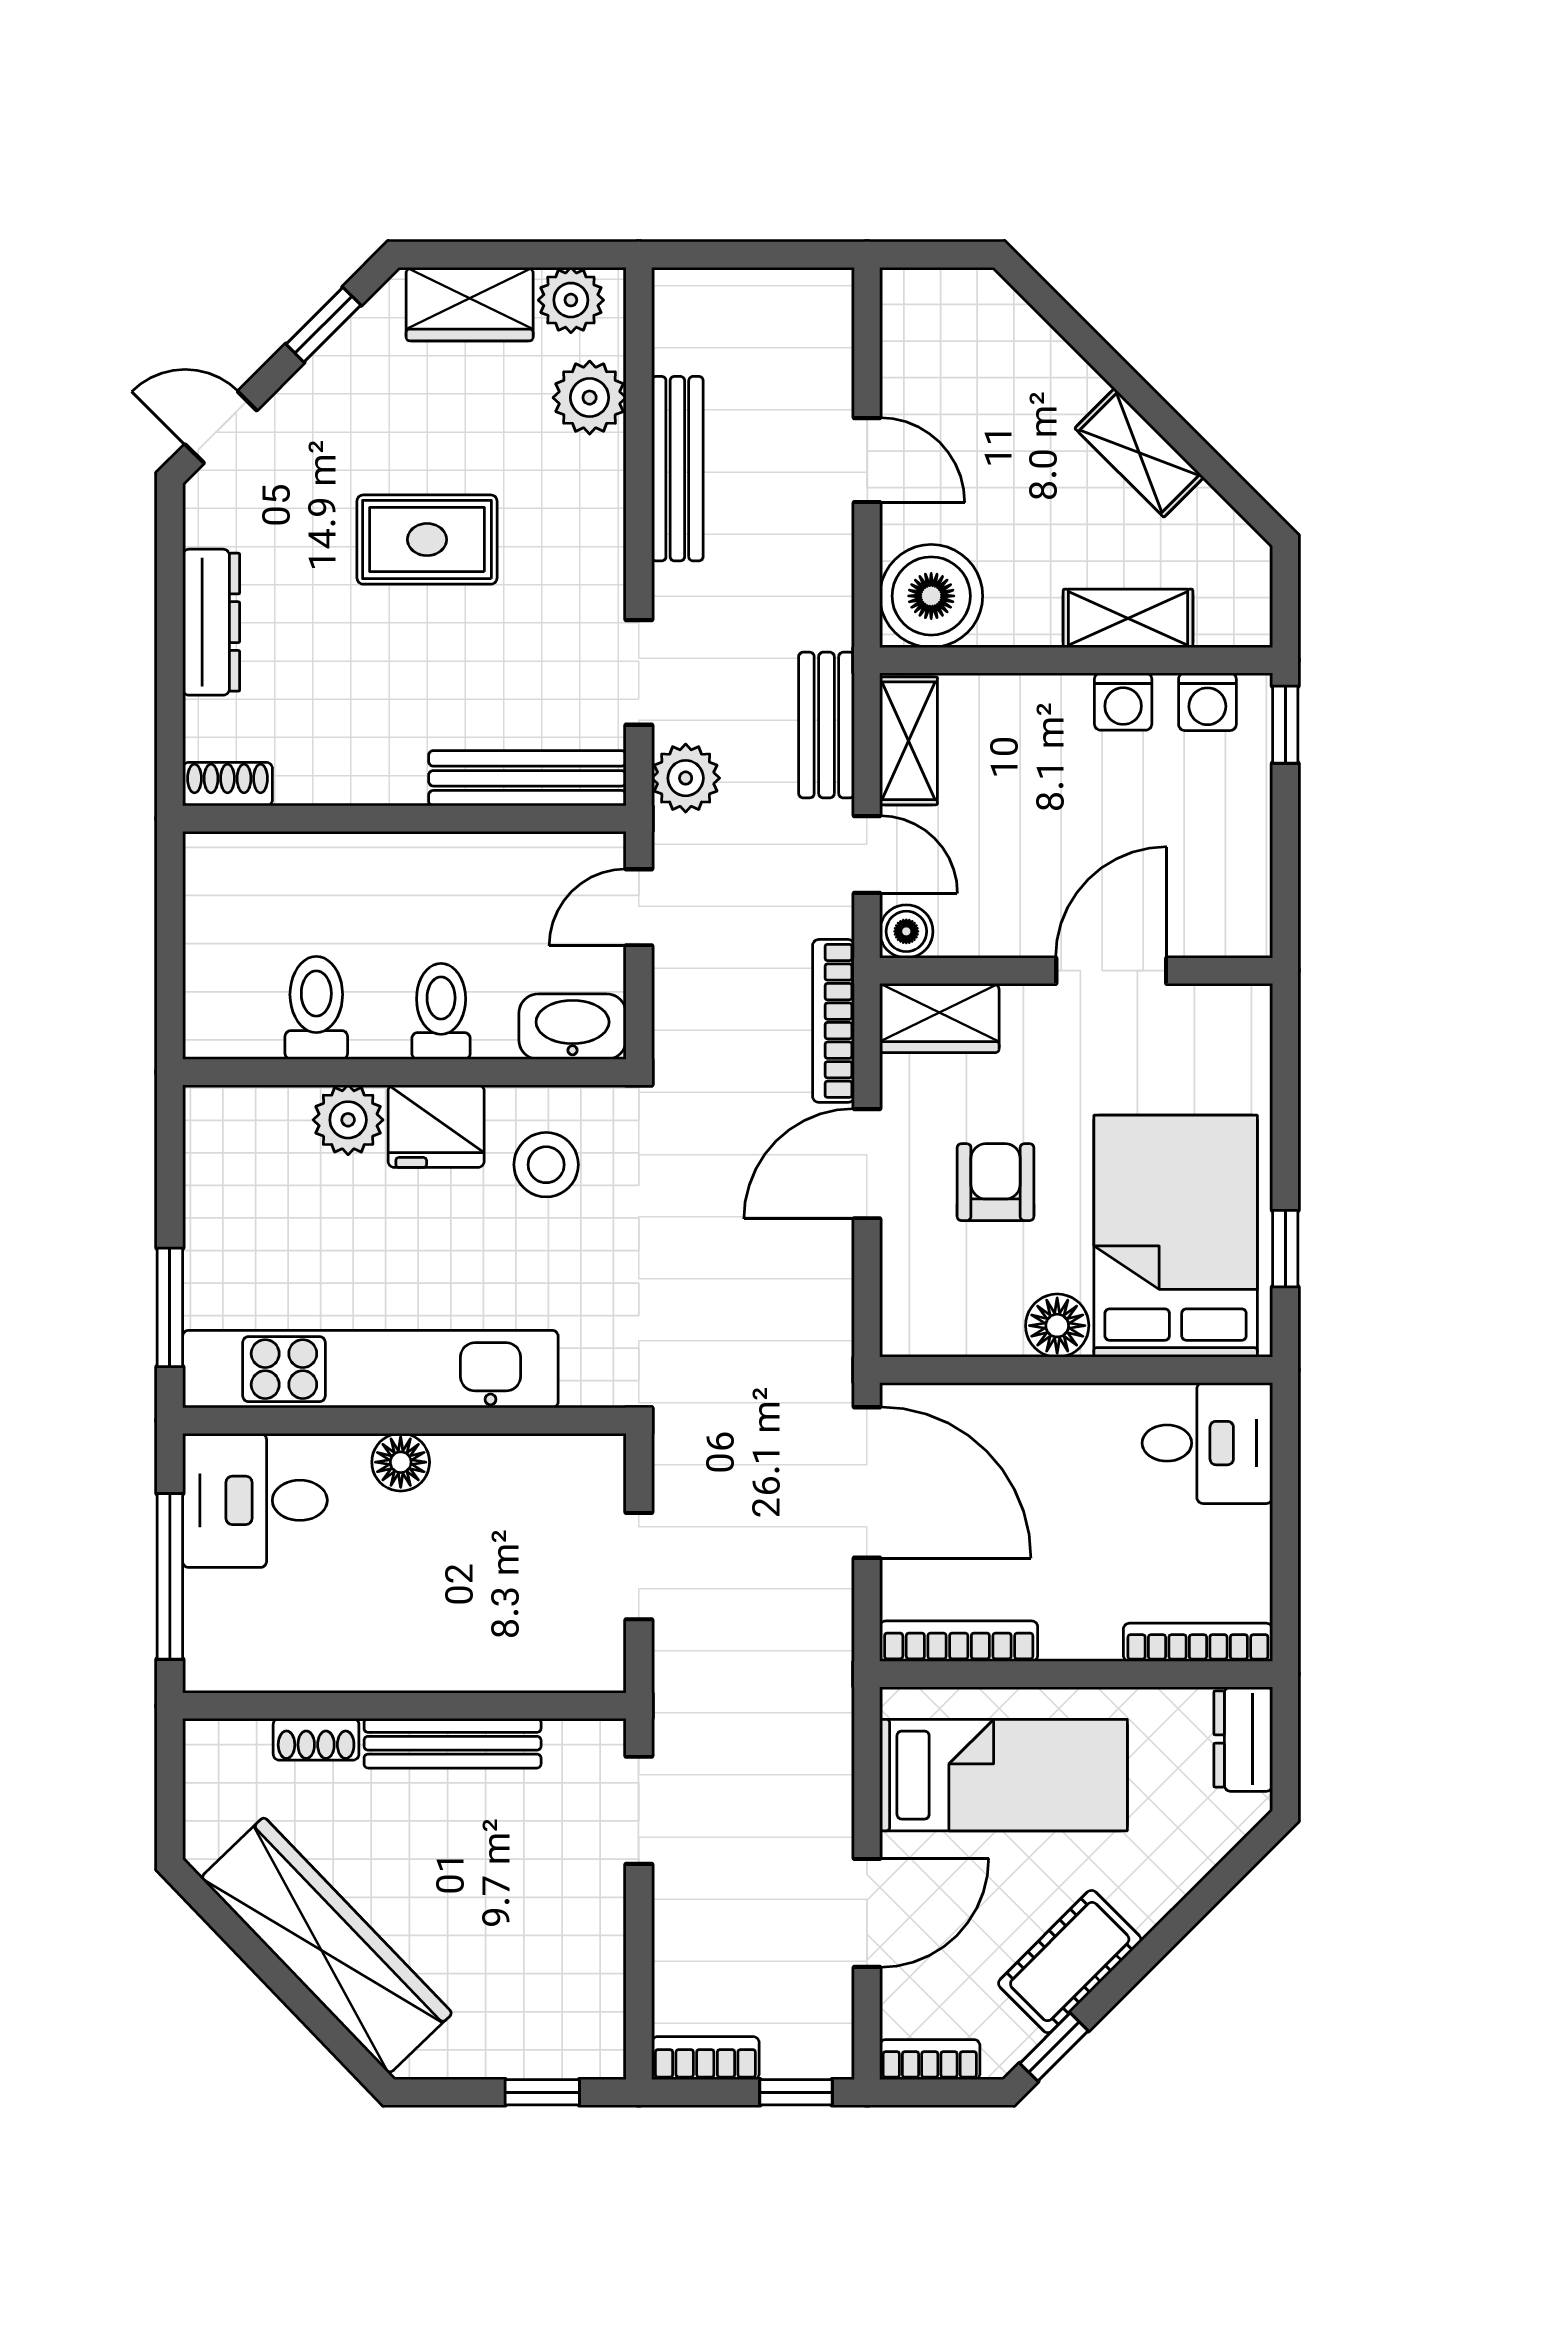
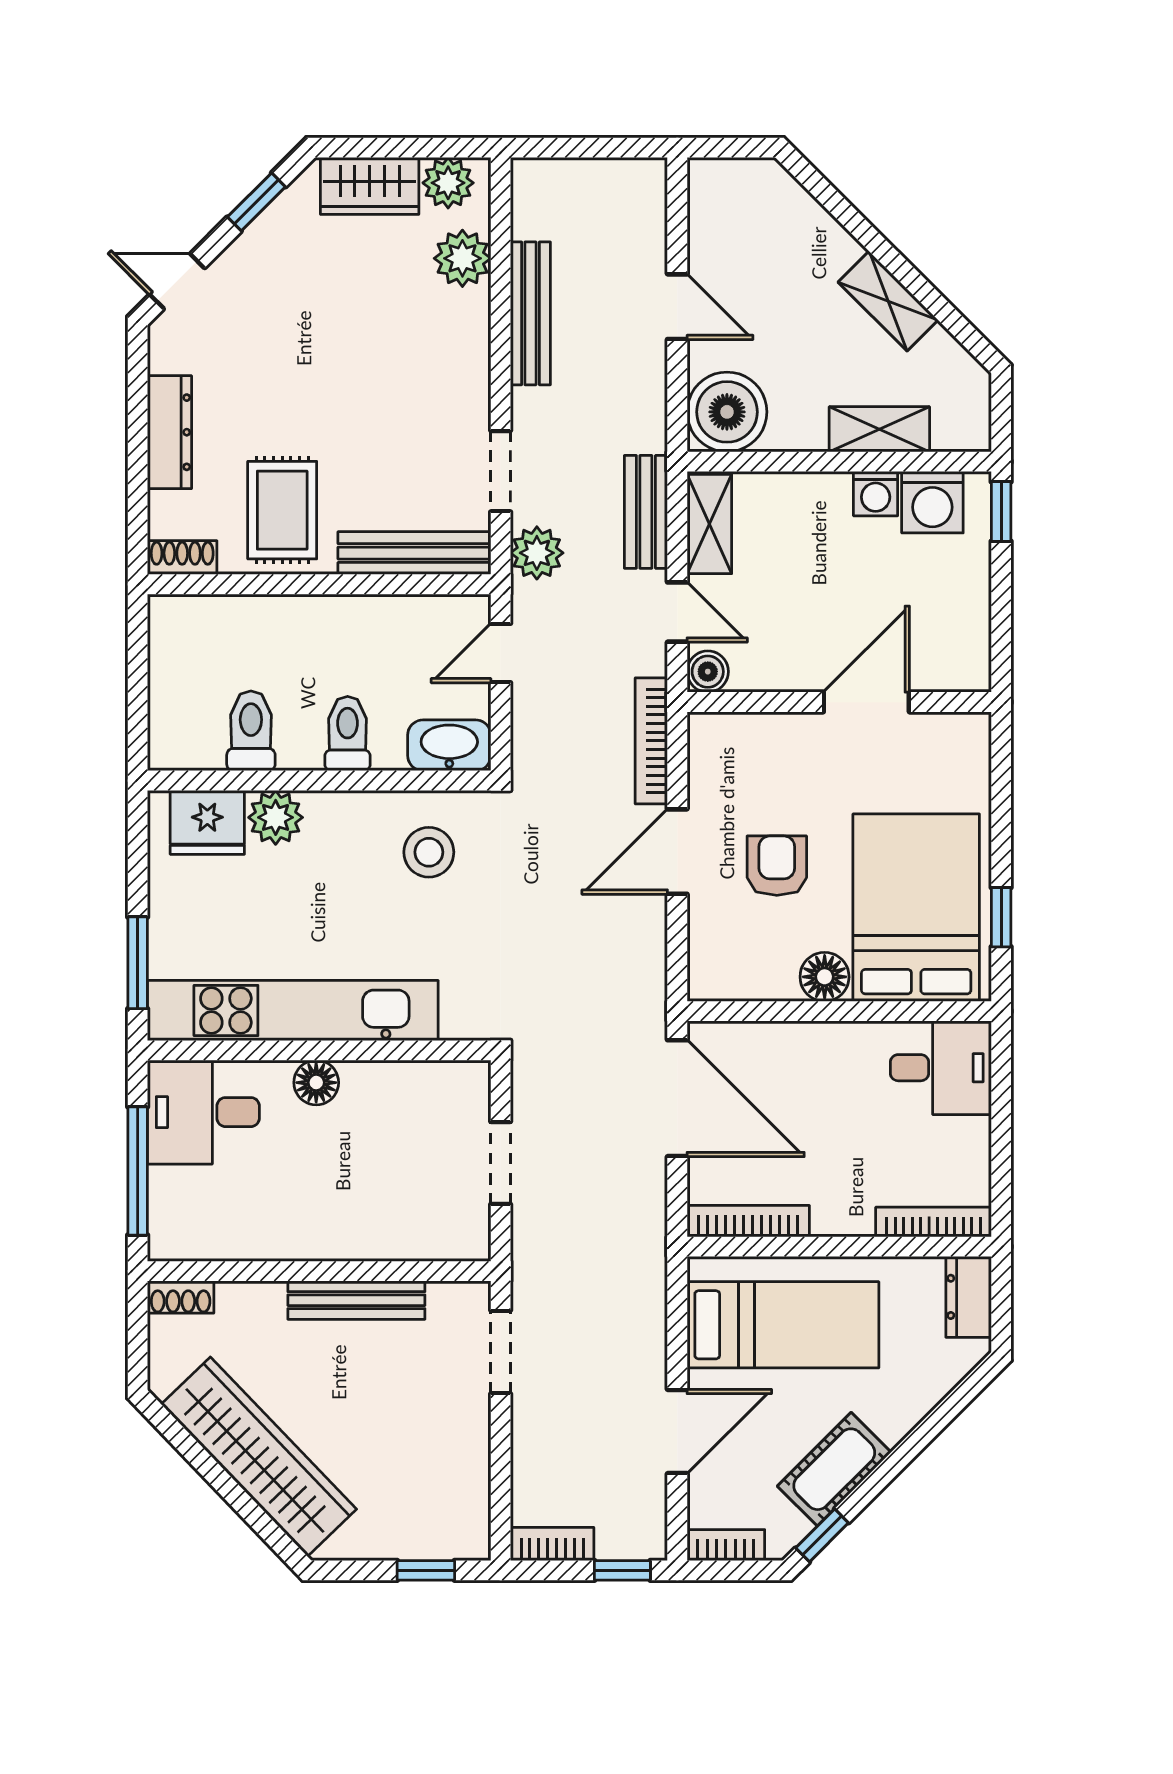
rug: (427, 540) -> (282, 510), moved, turned 90
washing machine: (1207, 702) -> (932, 502), width x1.38, depth x1.38
wardrobe: (939, 1018) -> (733, 739), removed
fridge: (436, 1126) -> (207, 822), moved
shoe rack: (316, 1739) -> (181, 1297), moved

